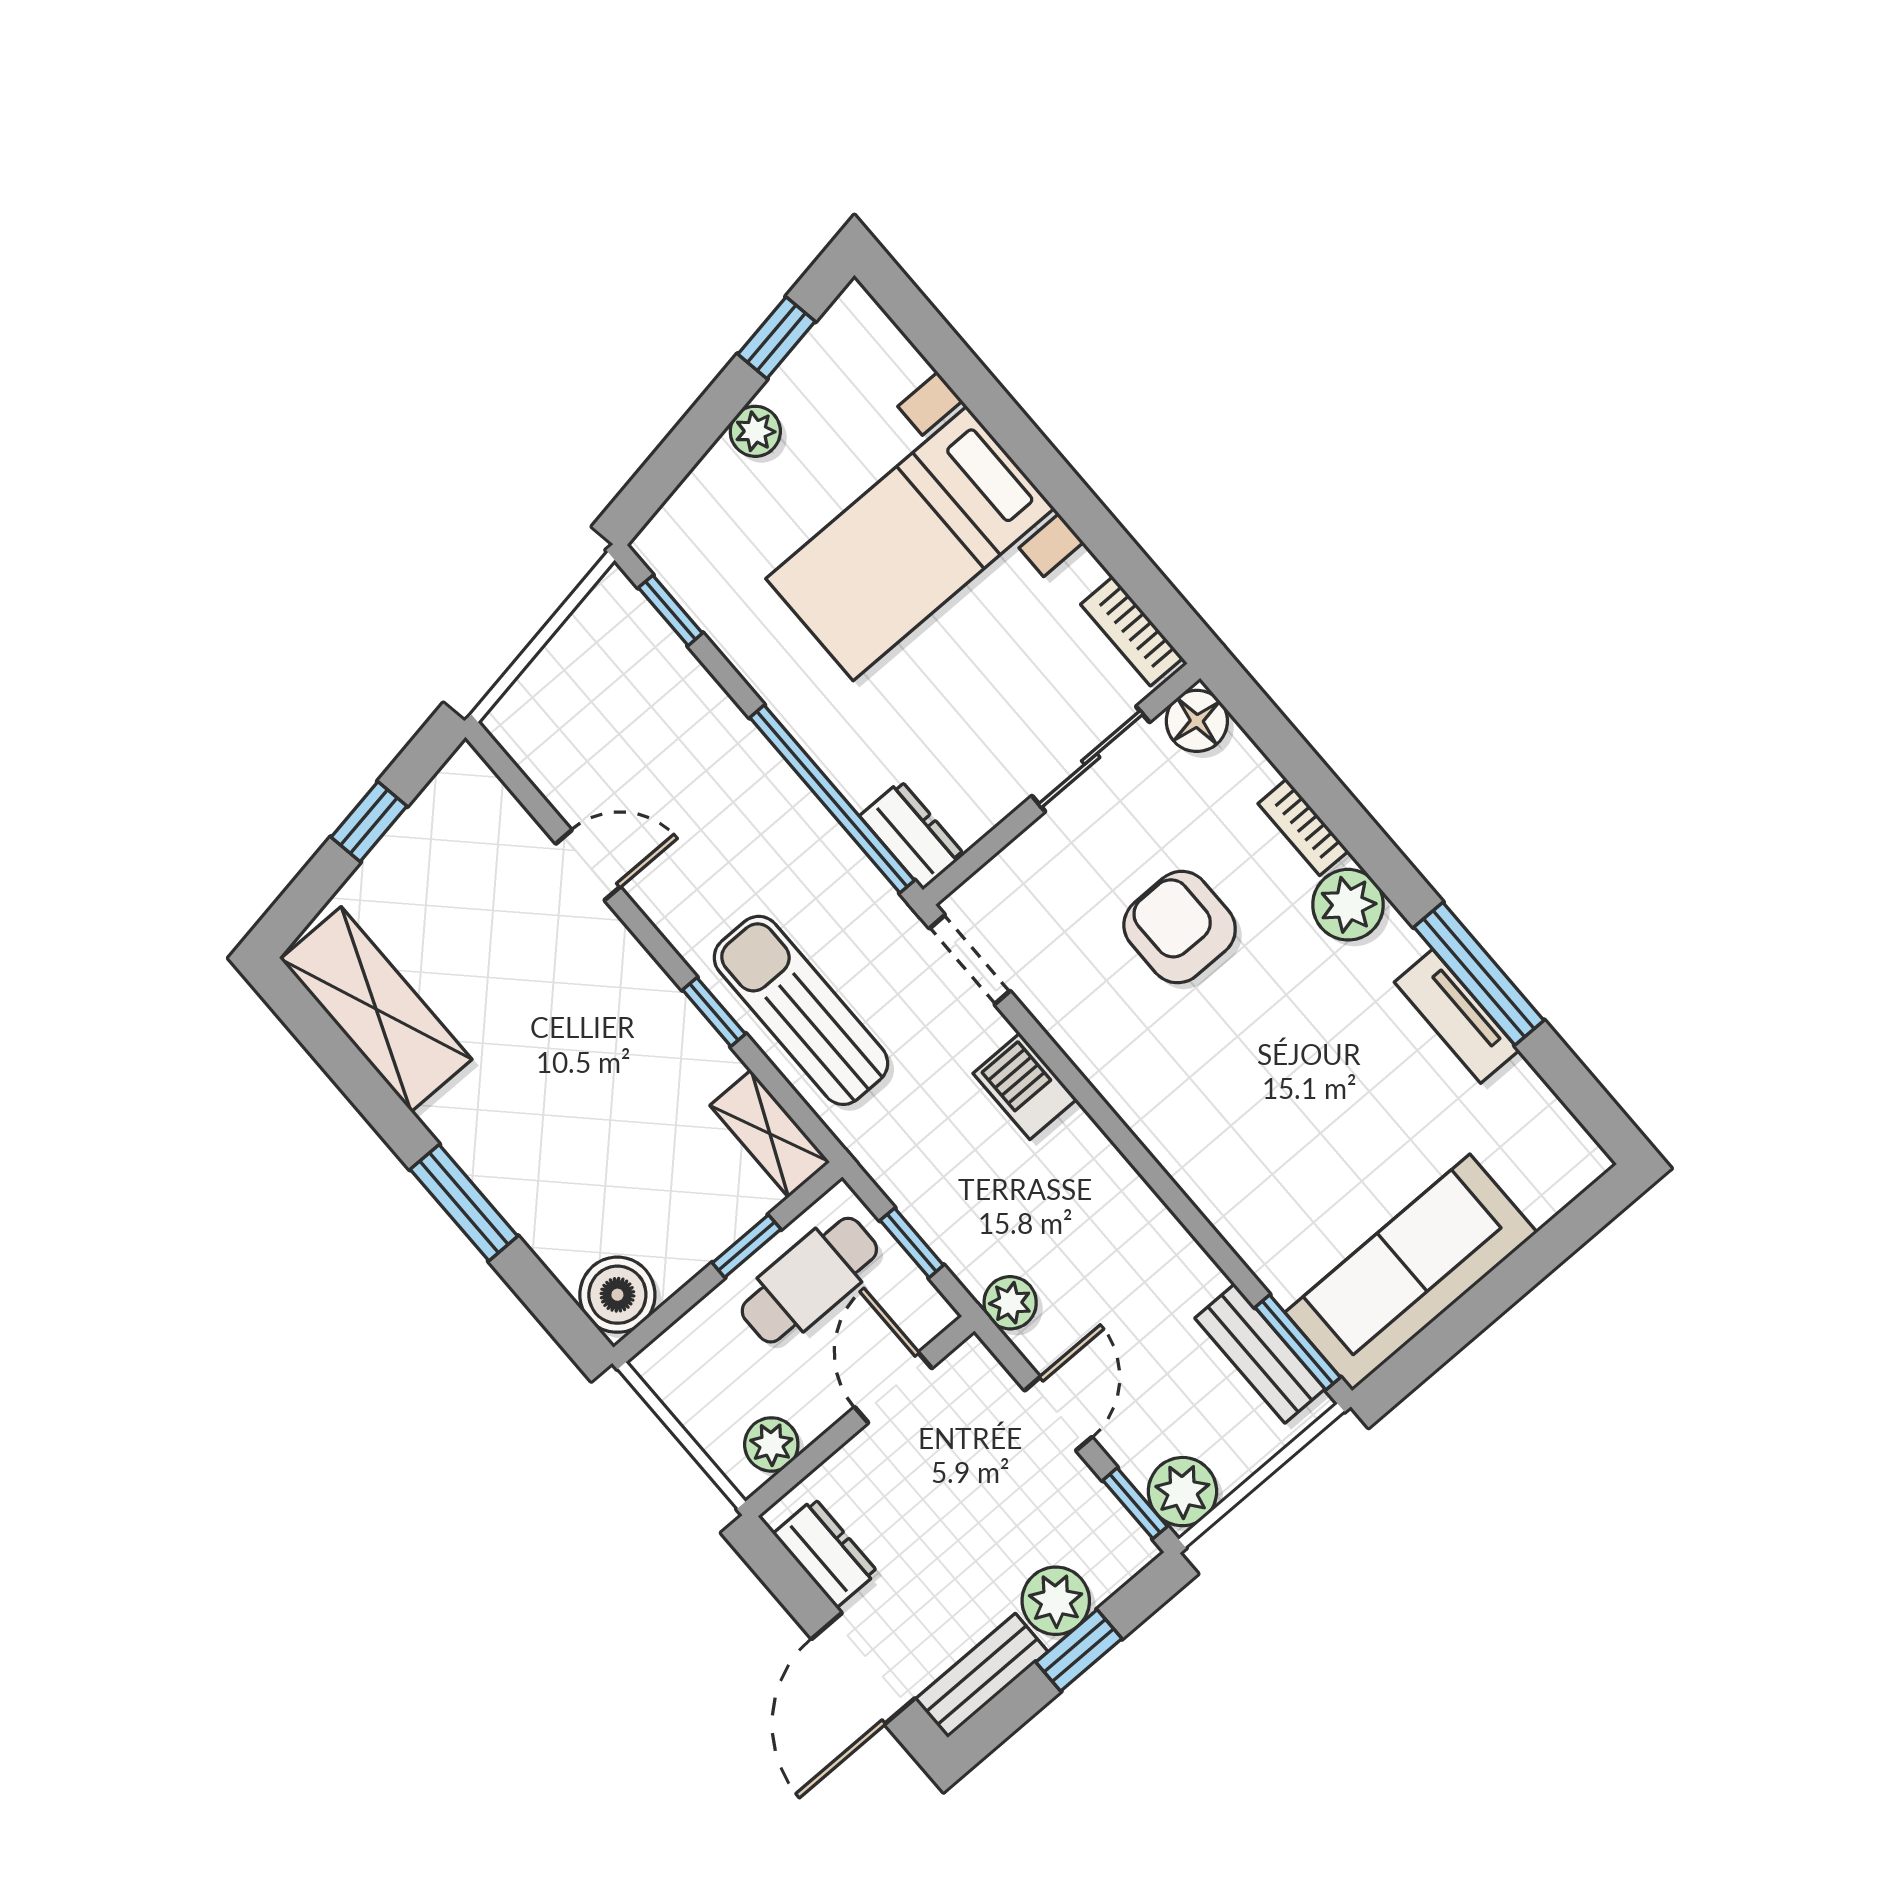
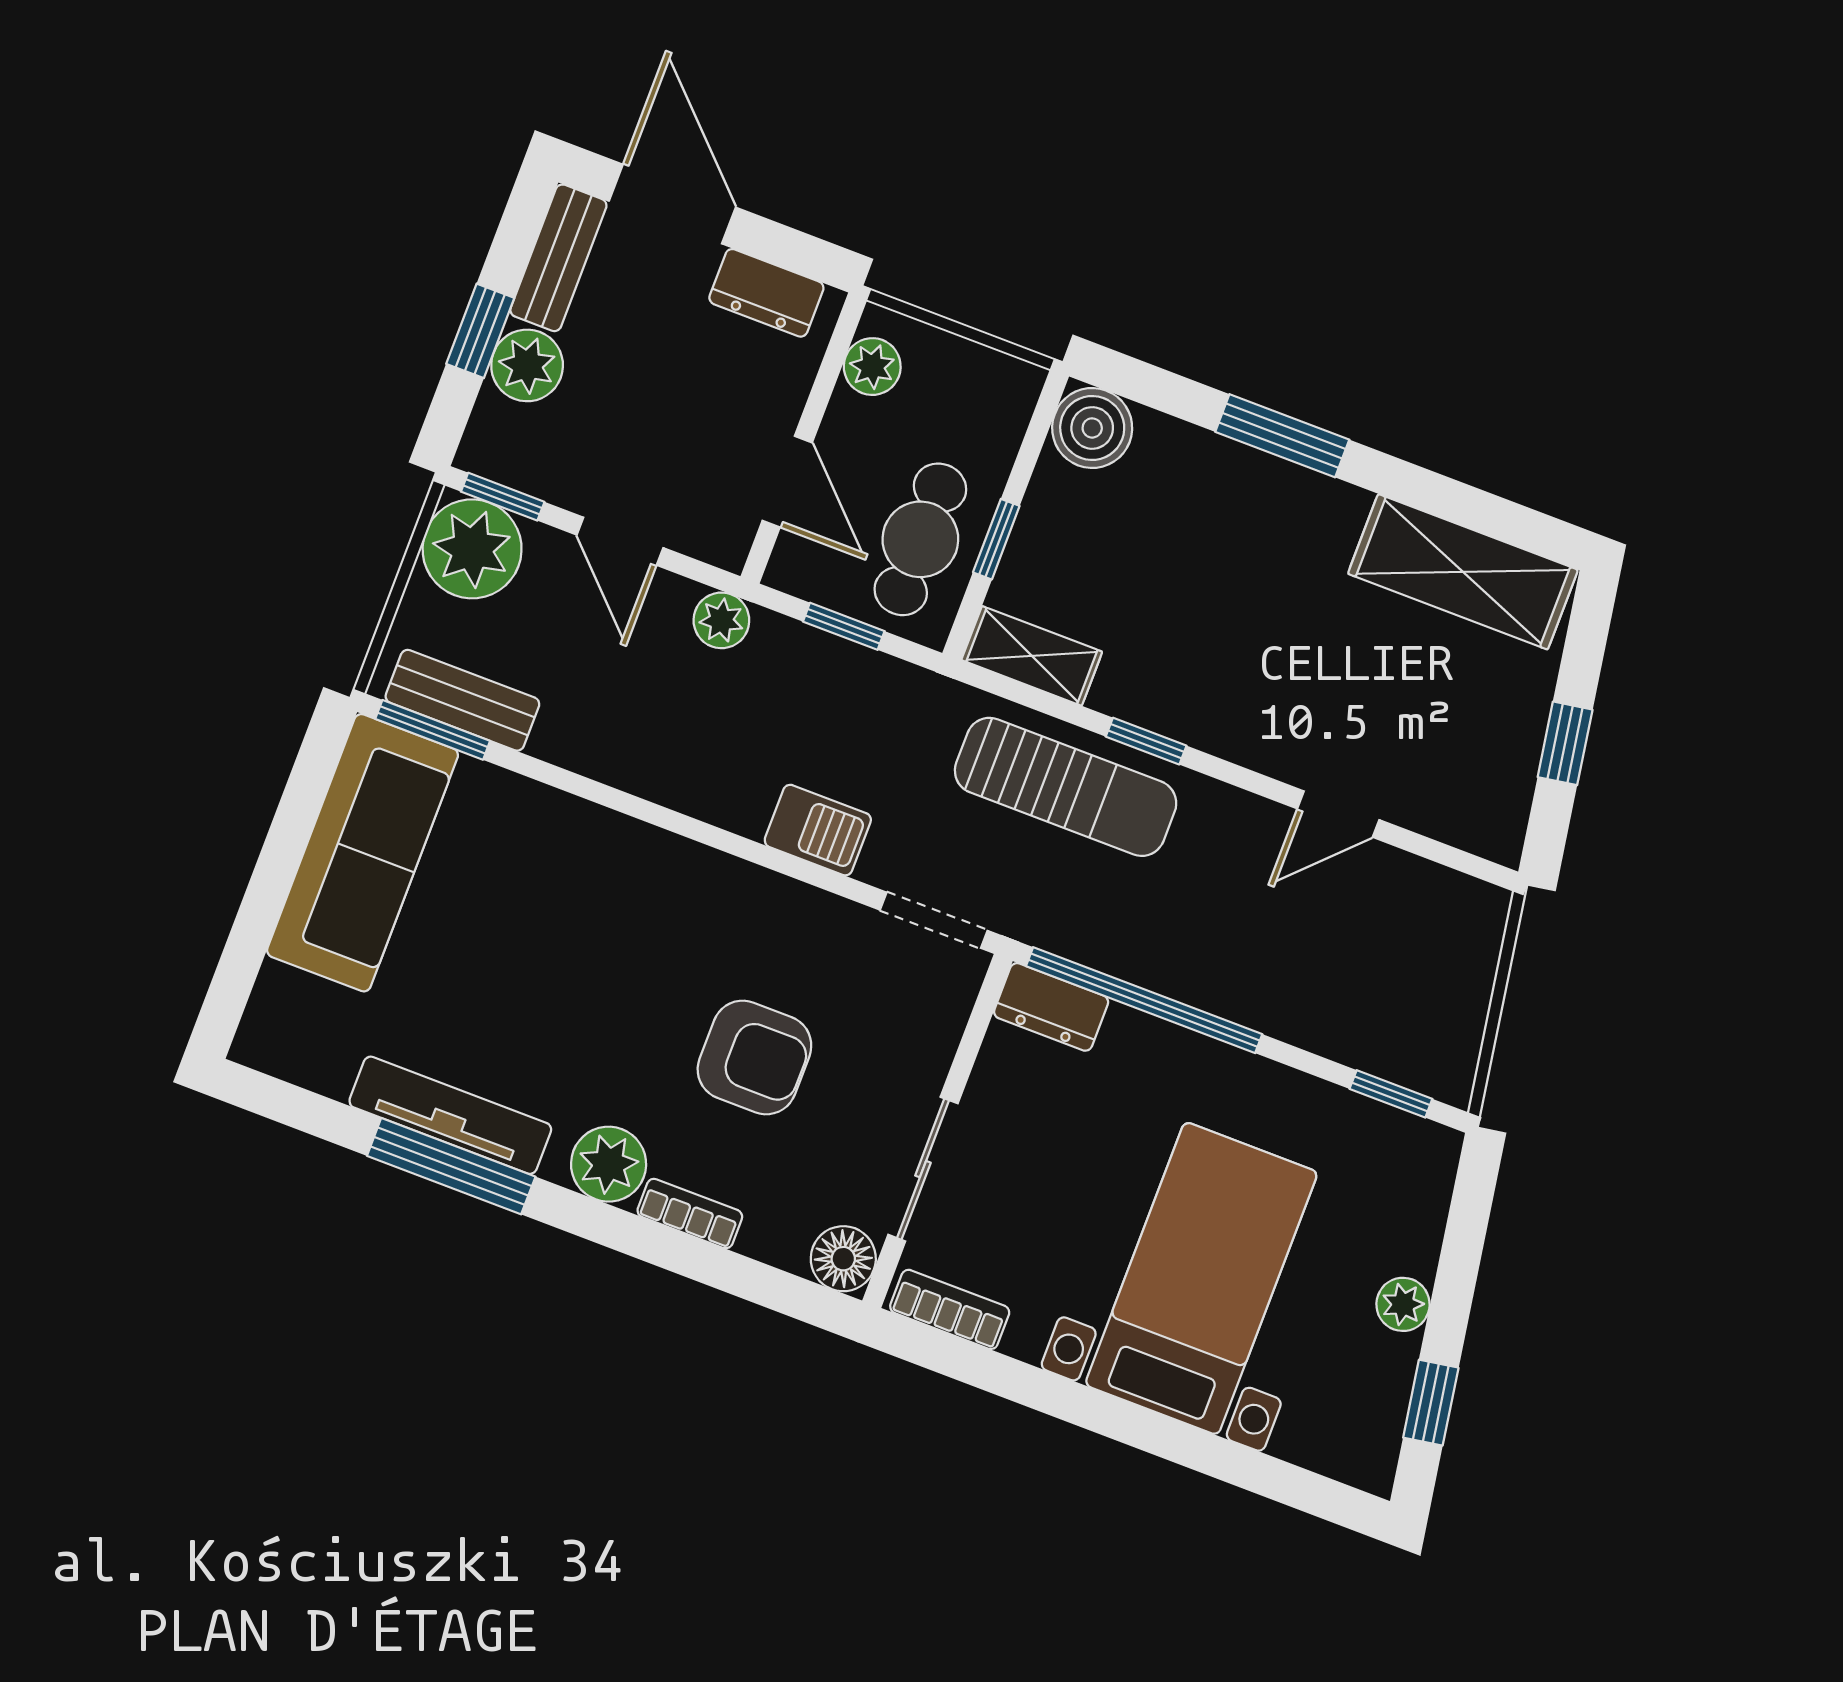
tv unit: (1457, 1016) -> (450, 1115), width x1.41
plant: (1182, 1492) -> (472, 549), width x1.36, depth x1.36

